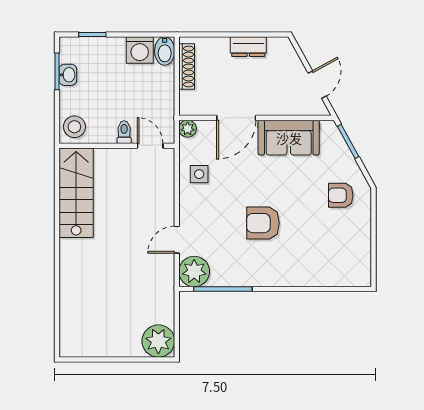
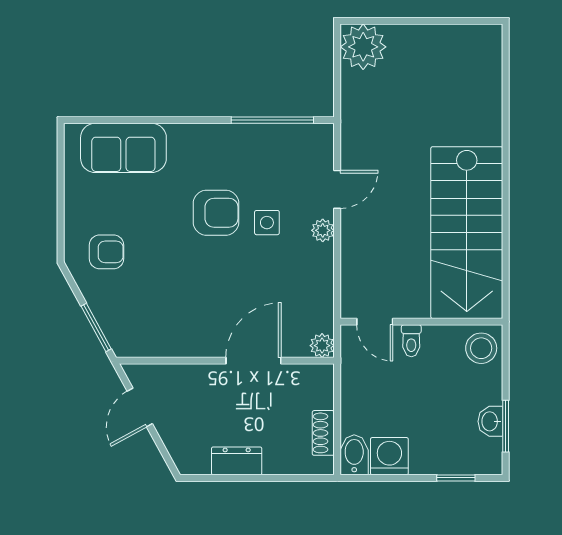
shoe rack: (187, 67) -> (323, 433), width x0.70
sofa: (289, 138) -> (123, 148), moved, turned 180
side table: (199, 174) -> (267, 223), moved
stairs: (76, 193) -> (467, 233), width x1.36, depth x1.51
plant: (194, 271) -> (323, 230), moved, width x0.53, depth x0.53

